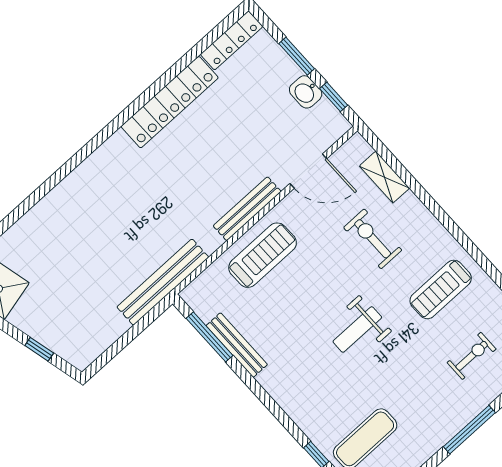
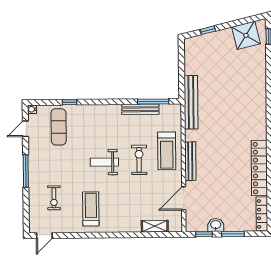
exercise bike: (373, 239) -> (139, 160), moved, turned -90
weight bench: (357, 329) -> (104, 162), turned -90

